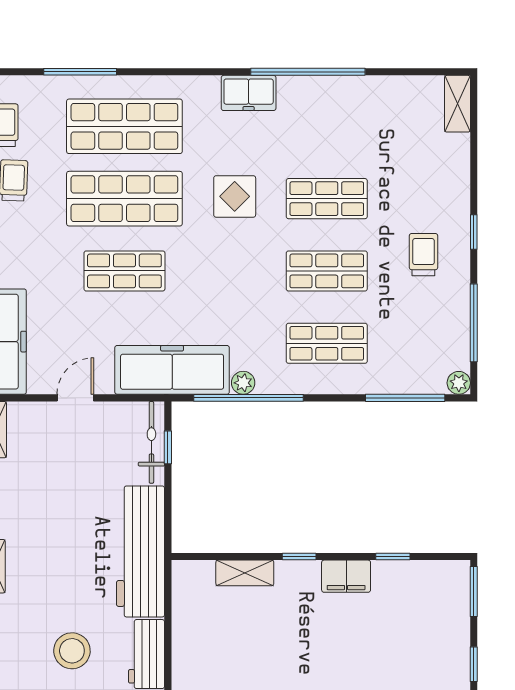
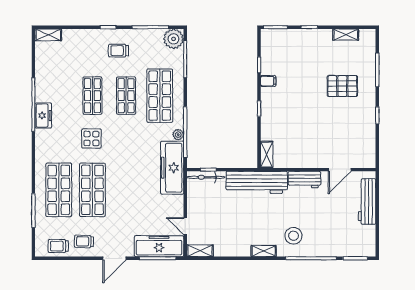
freezer: (249, 93) -> (43, 116), moved
shop shelf: (124, 271) -> (126, 190), removed
shop shelf: (327, 343) -> (160, 96), width x1.43, depth x1.36
plant: (459, 383) -> (174, 39), width x1.87, depth x1.87
door: (75, 398) -> (185, 226), moved
shelving: (245, 573) -> (267, 155), moved
filing cabinet: (346, 576) -> (268, 81), width x0.50
stool: (72, 651) -> (293, 236), moved

